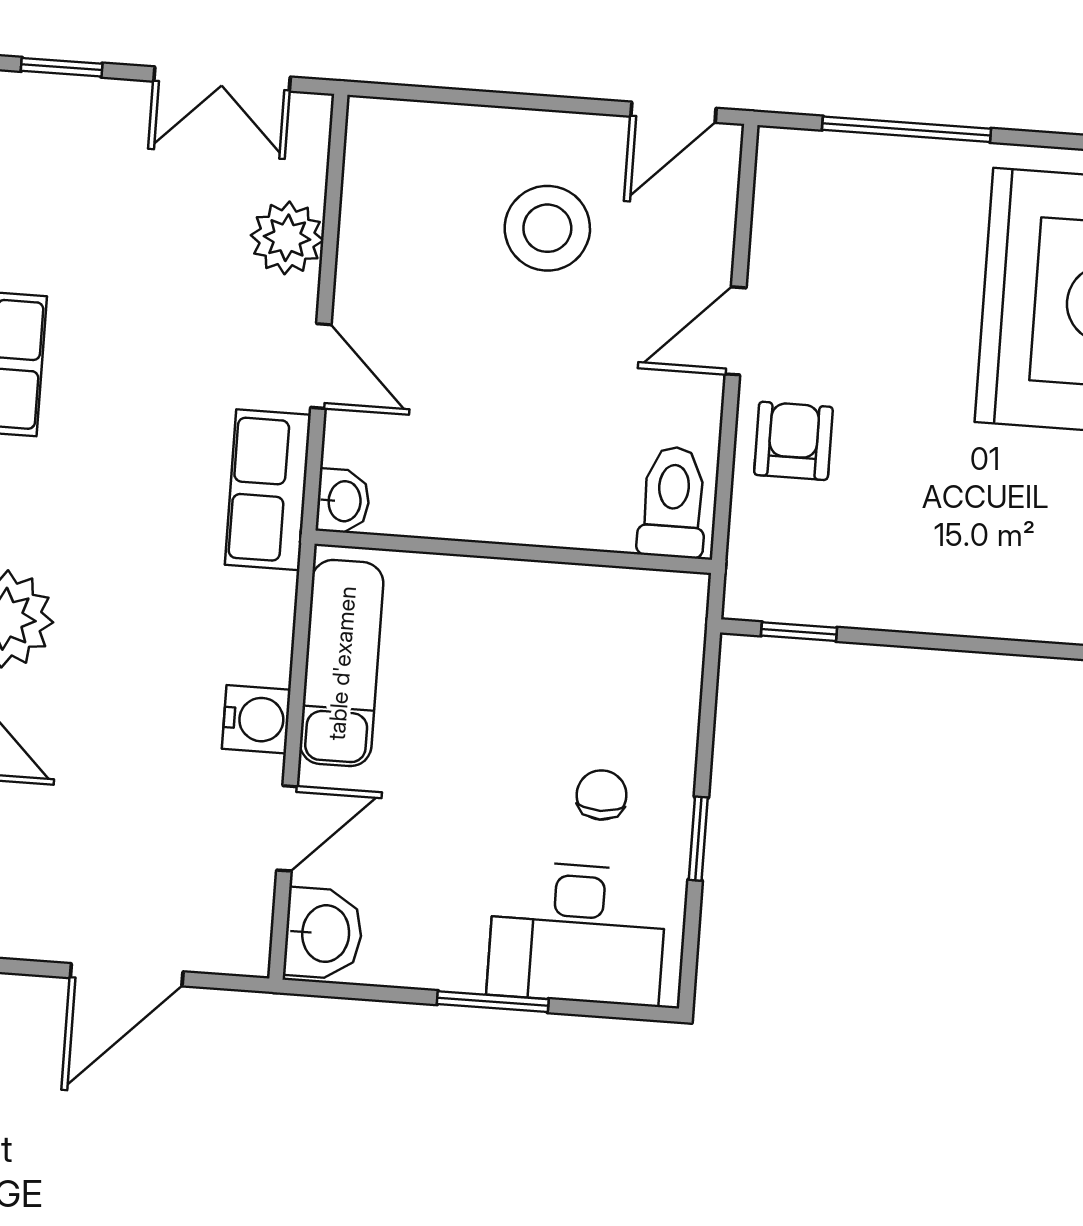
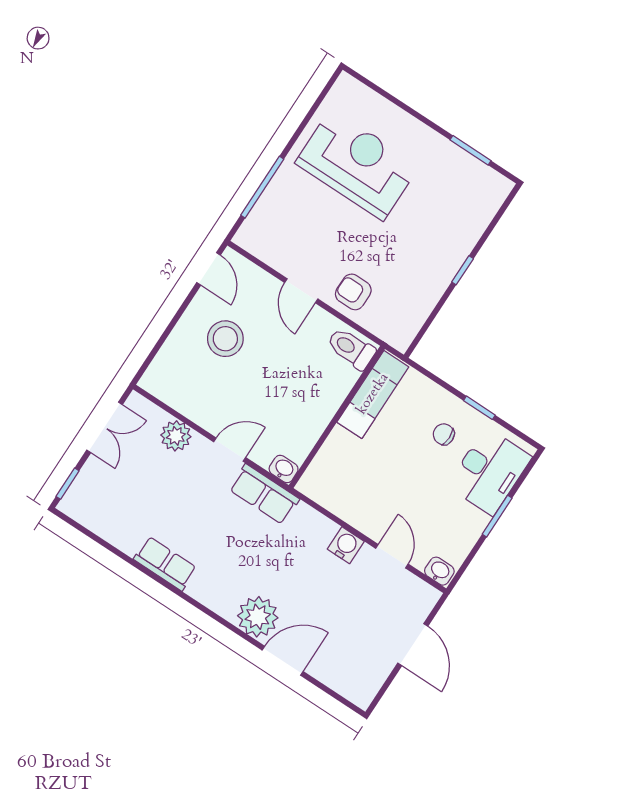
window: (799, 632) -> (463, 270), moved
exam couch: (342, 663) -> (373, 394), moved, turned 90
washbasin: (323, 933) -> (439, 571), width x0.72, depth x0.69

